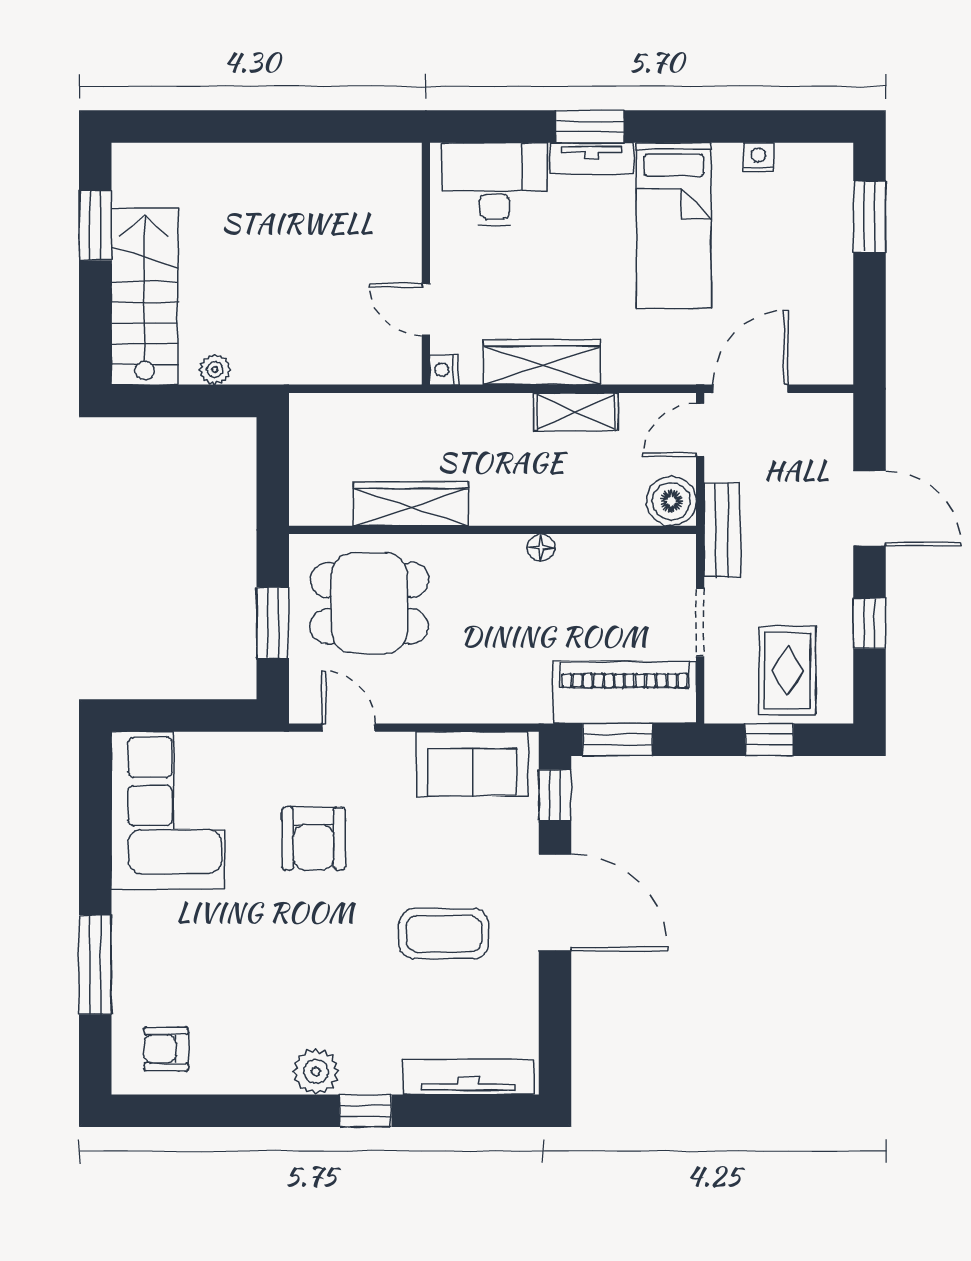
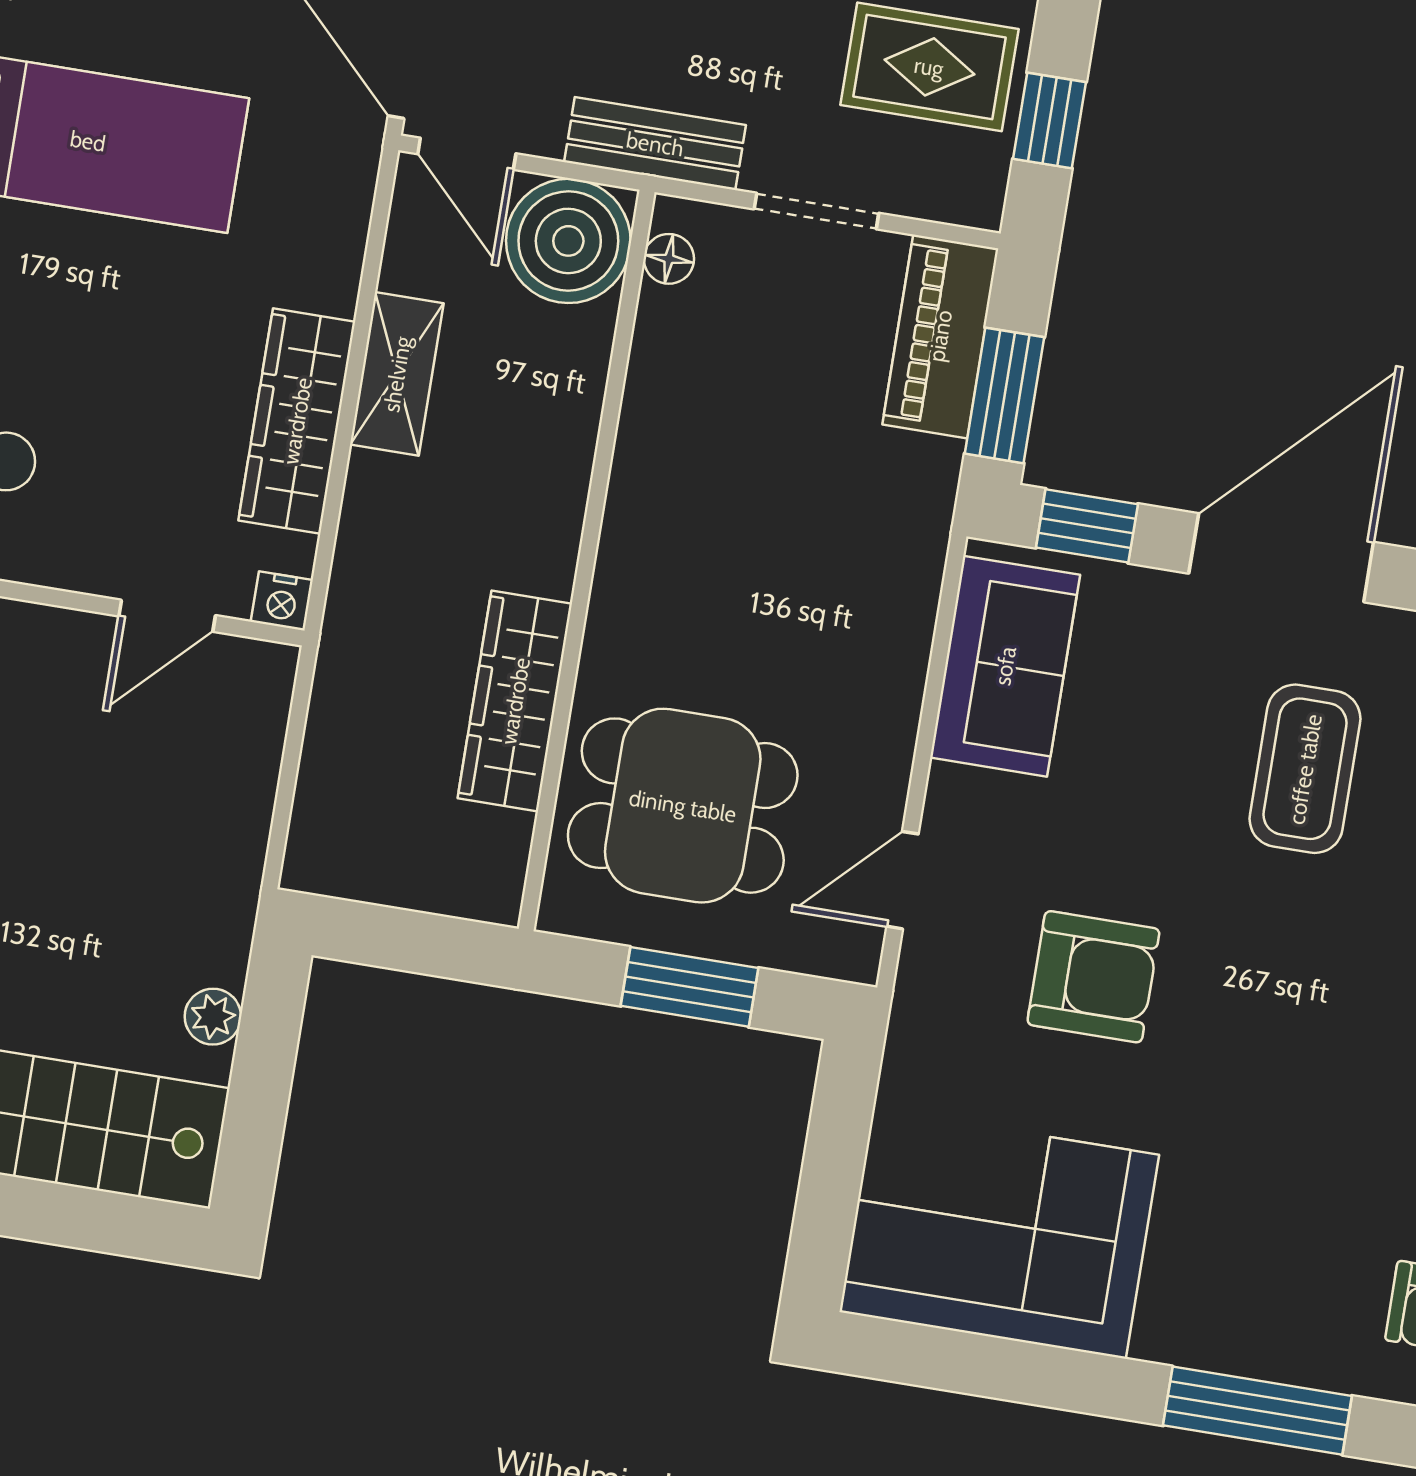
boiler: (671, 501) -> (568, 241), width x1.37, depth x1.37
floor lamp: (541, 548) -> (669, 259), moved
dining table: (369, 603) -> (683, 806), turned 90
piano: (625, 692) -> (940, 336), width x0.73, depth x0.75

